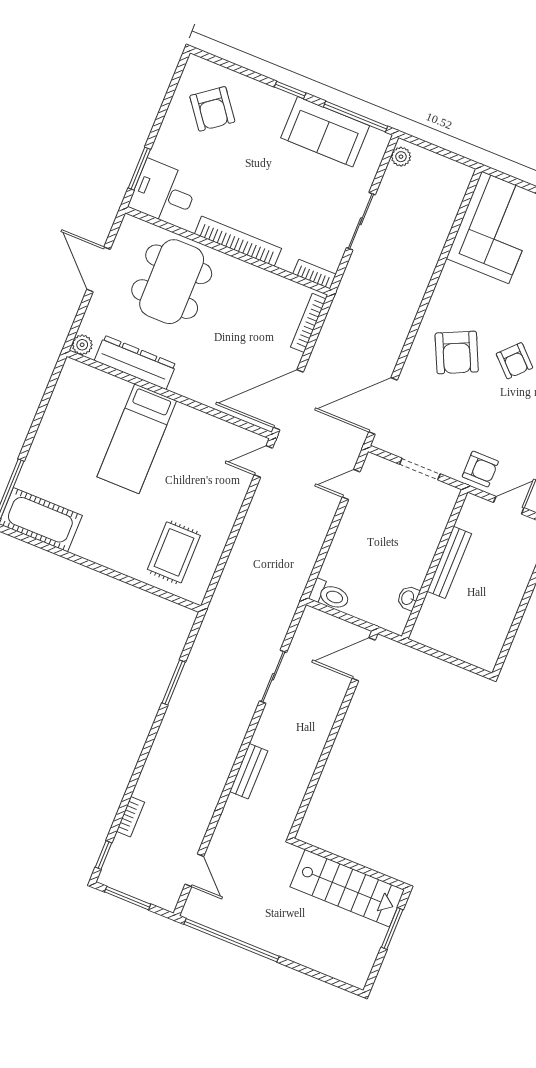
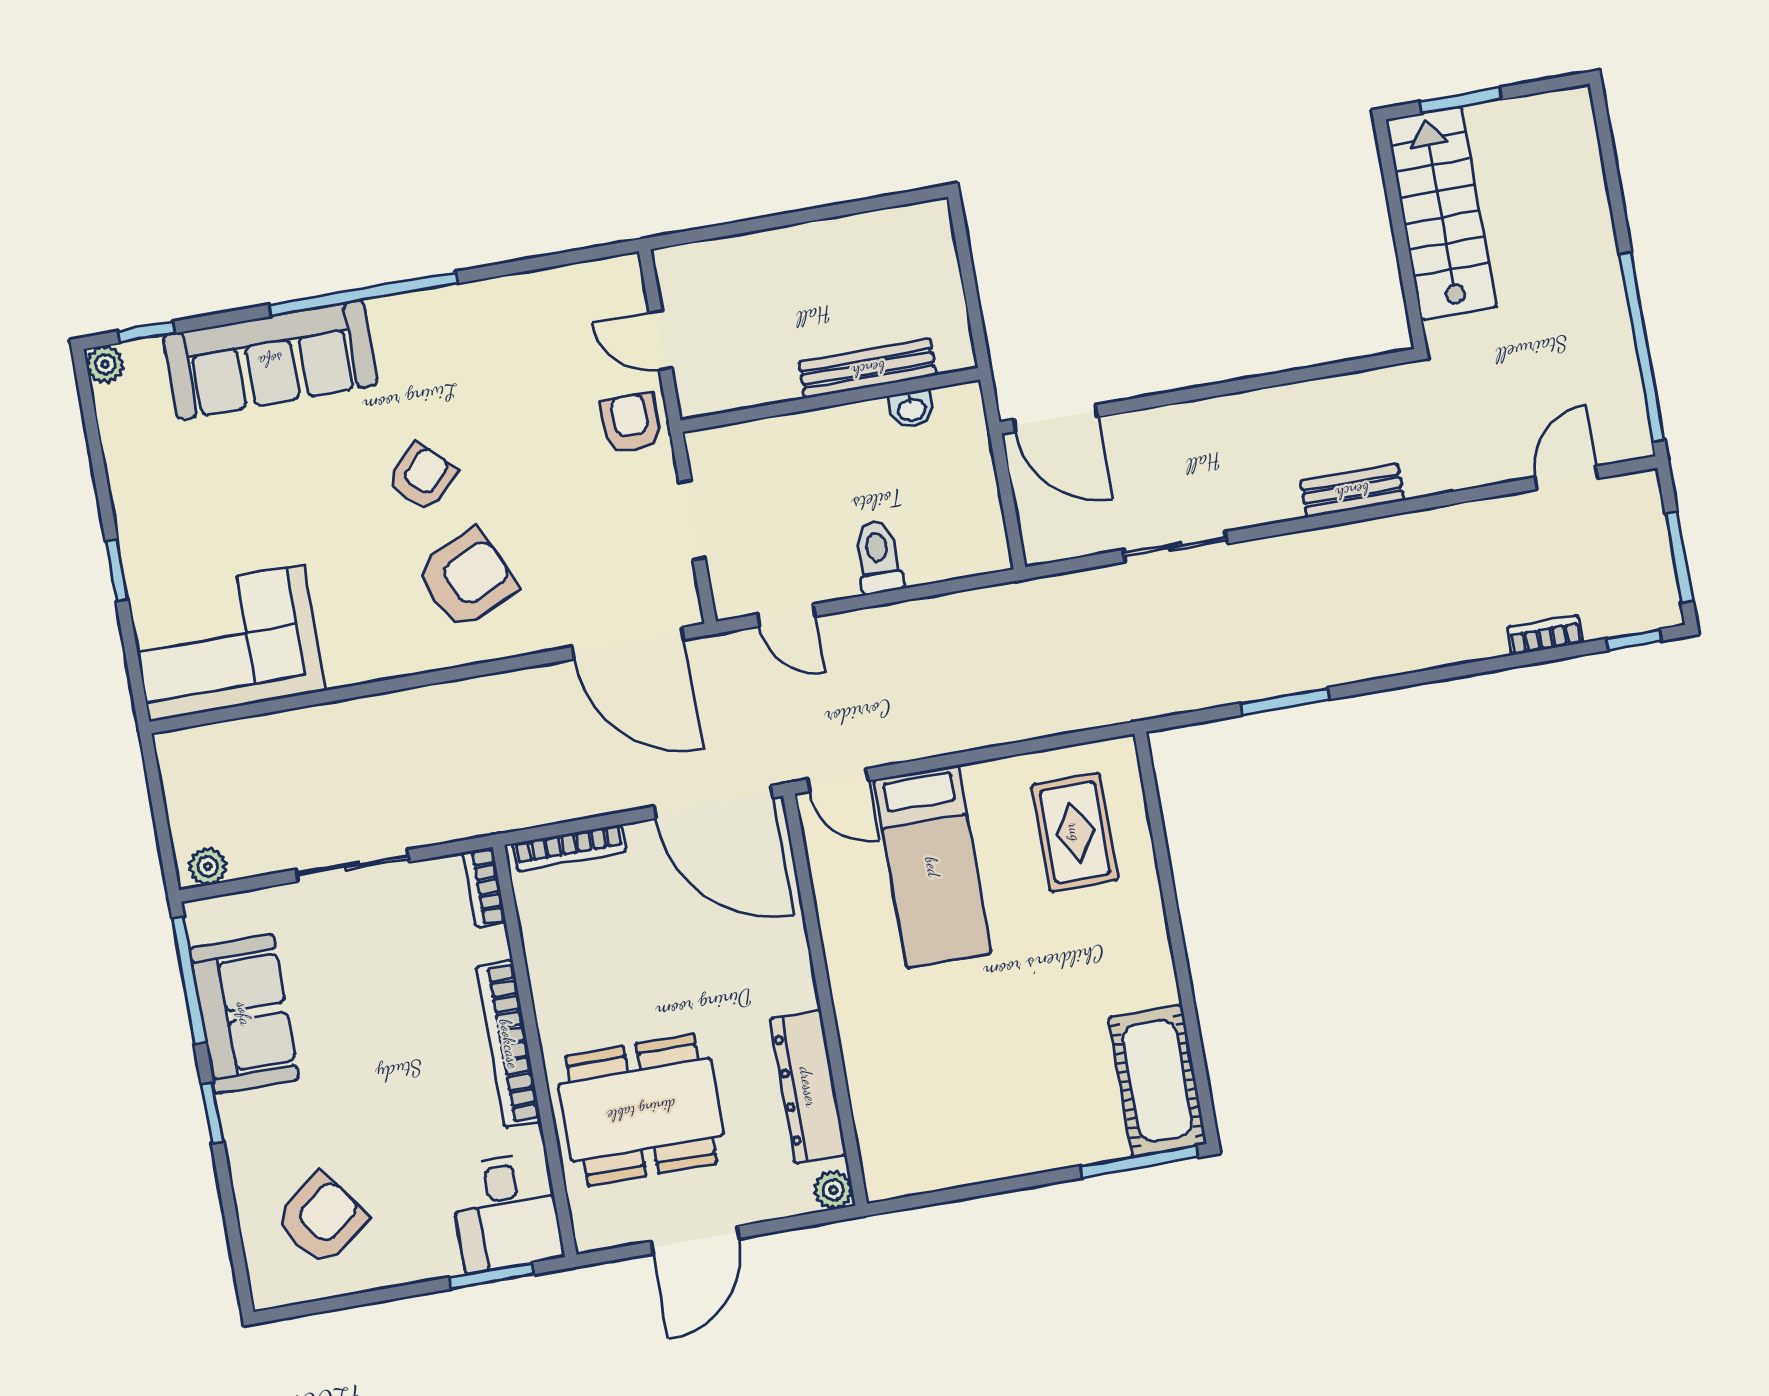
bed: (137, 439) -> (932, 867), moved, turned 90
rug: (174, 552) -> (1075, 832), turned 90
bench: (449, 562) -> (868, 369), moved
toilet: (330, 595) -> (878, 557), moved

